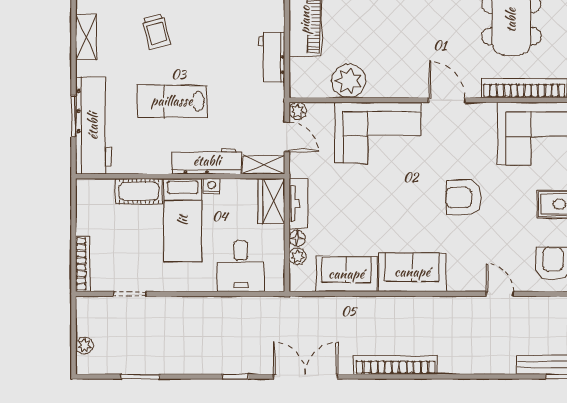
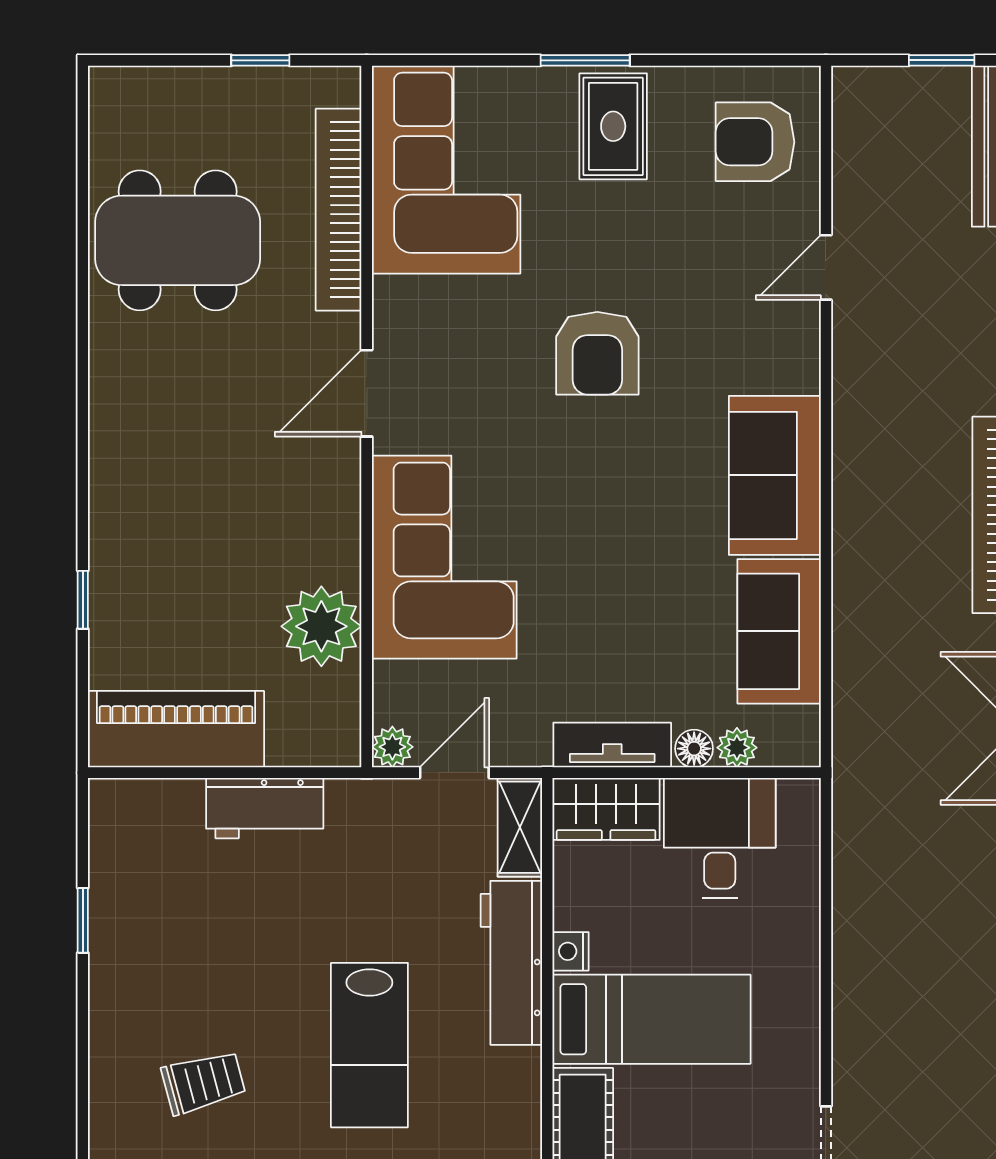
desk: (241, 266) -> (720, 838), moved, turned -90

